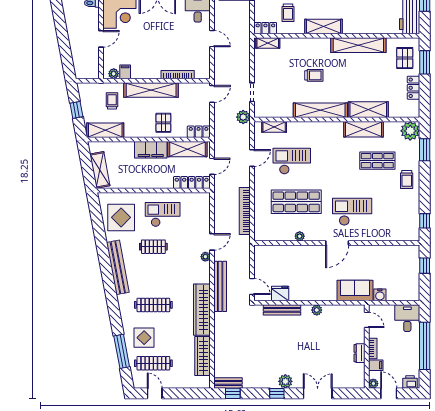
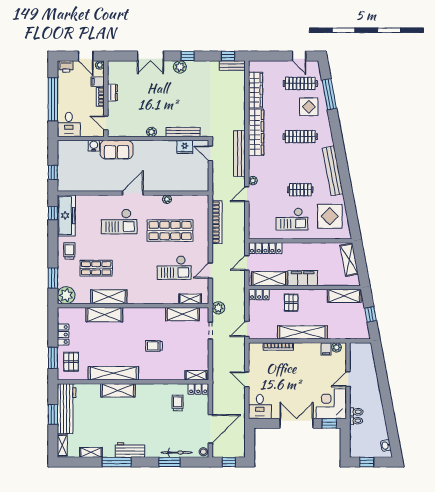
shelving: (323, 27) -> (118, 390), moved
trolley: (112, 101) -> (338, 323), removed
shelving: (320, 110) -> (183, 314), moved, width x0.68
freezer: (410, 218) -> (66, 215), added

